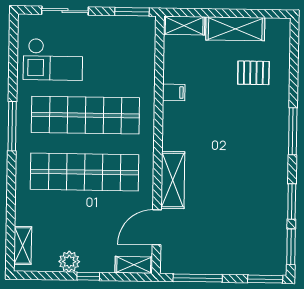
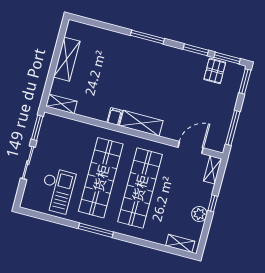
sliding door: (65, 11) -> (28, 163), moved
shelving: (184, 26) -> (61, 104), moved, turned 90
pallet: (253, 73) -> (215, 71), moved
filing cabinet: (174, 92) -> (115, 117), moved
shelving: (173, 180) -> (141, 123), moved
door: (157, 227) -> (191, 148), swing flipped

